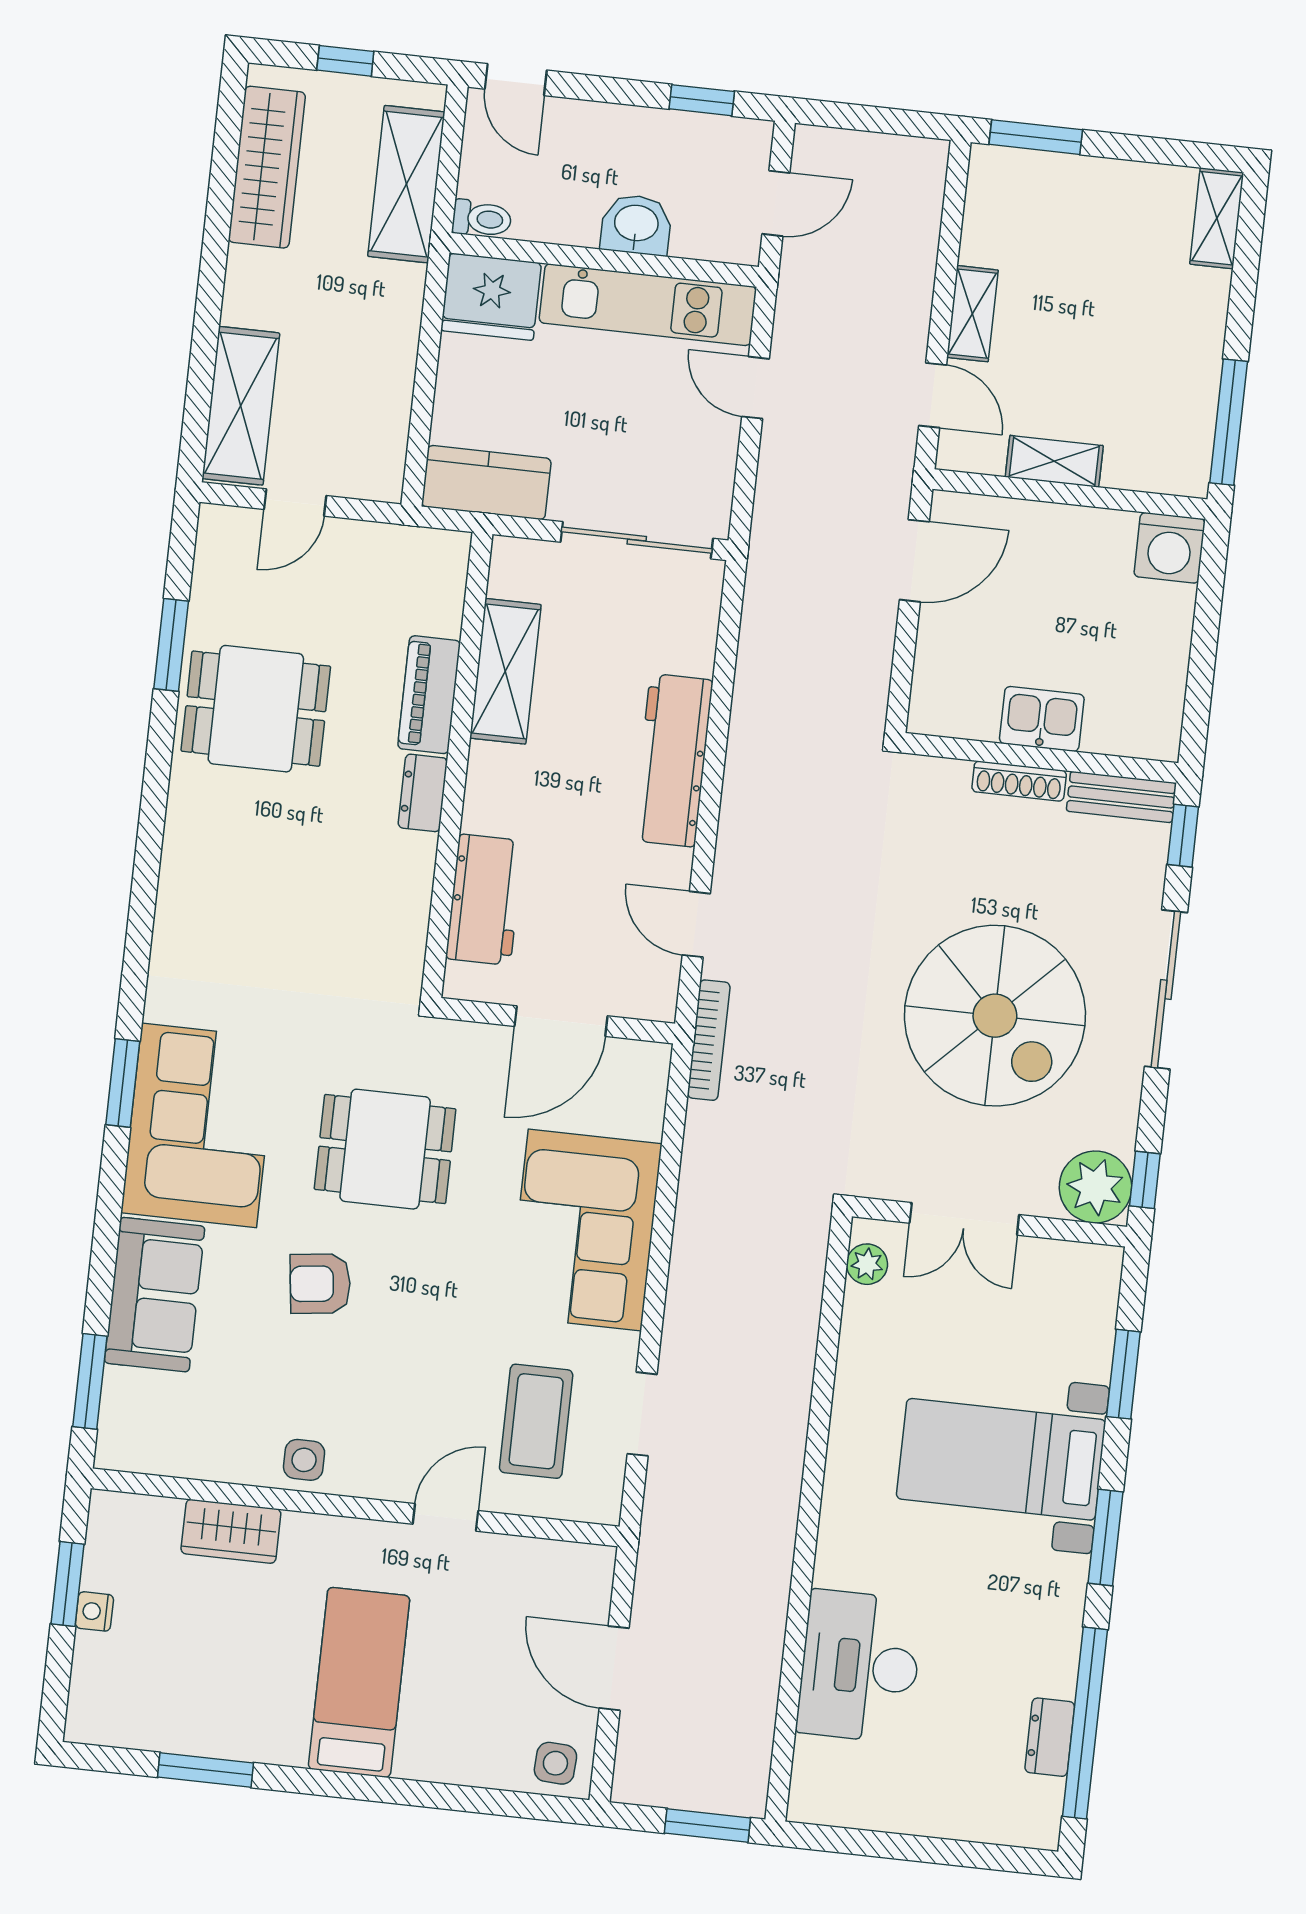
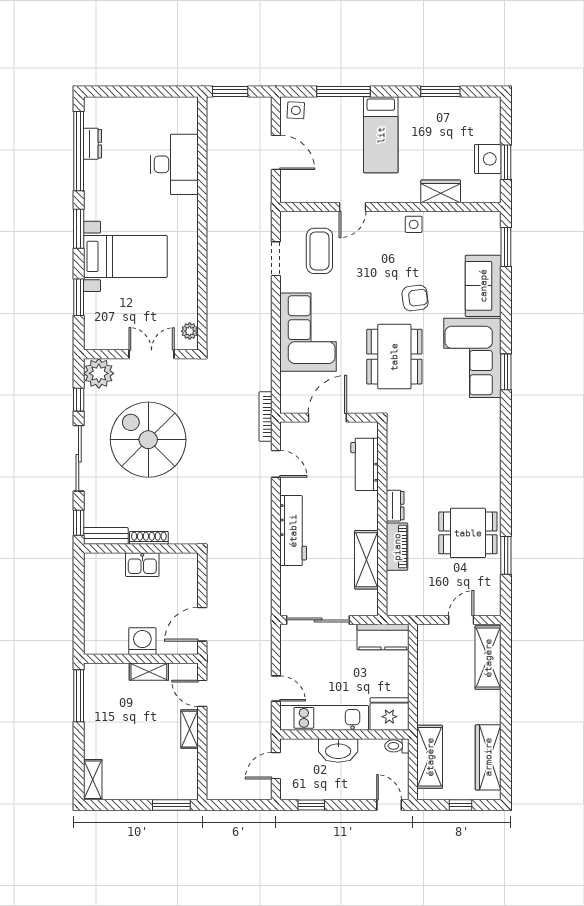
washbasin: (636, 225) -> (338, 750), width x1.38
washing machine: (1170, 548) -> (142, 641), moved
dining table: (385, 1149) -> (394, 357), width x1.38
window: (1145, 1180) -> (79, 400), moved
nightstand: (94, 1611) -> (488, 159), width x1.89, depth x1.79
window: (437, 1796) -> (344, 92), added

